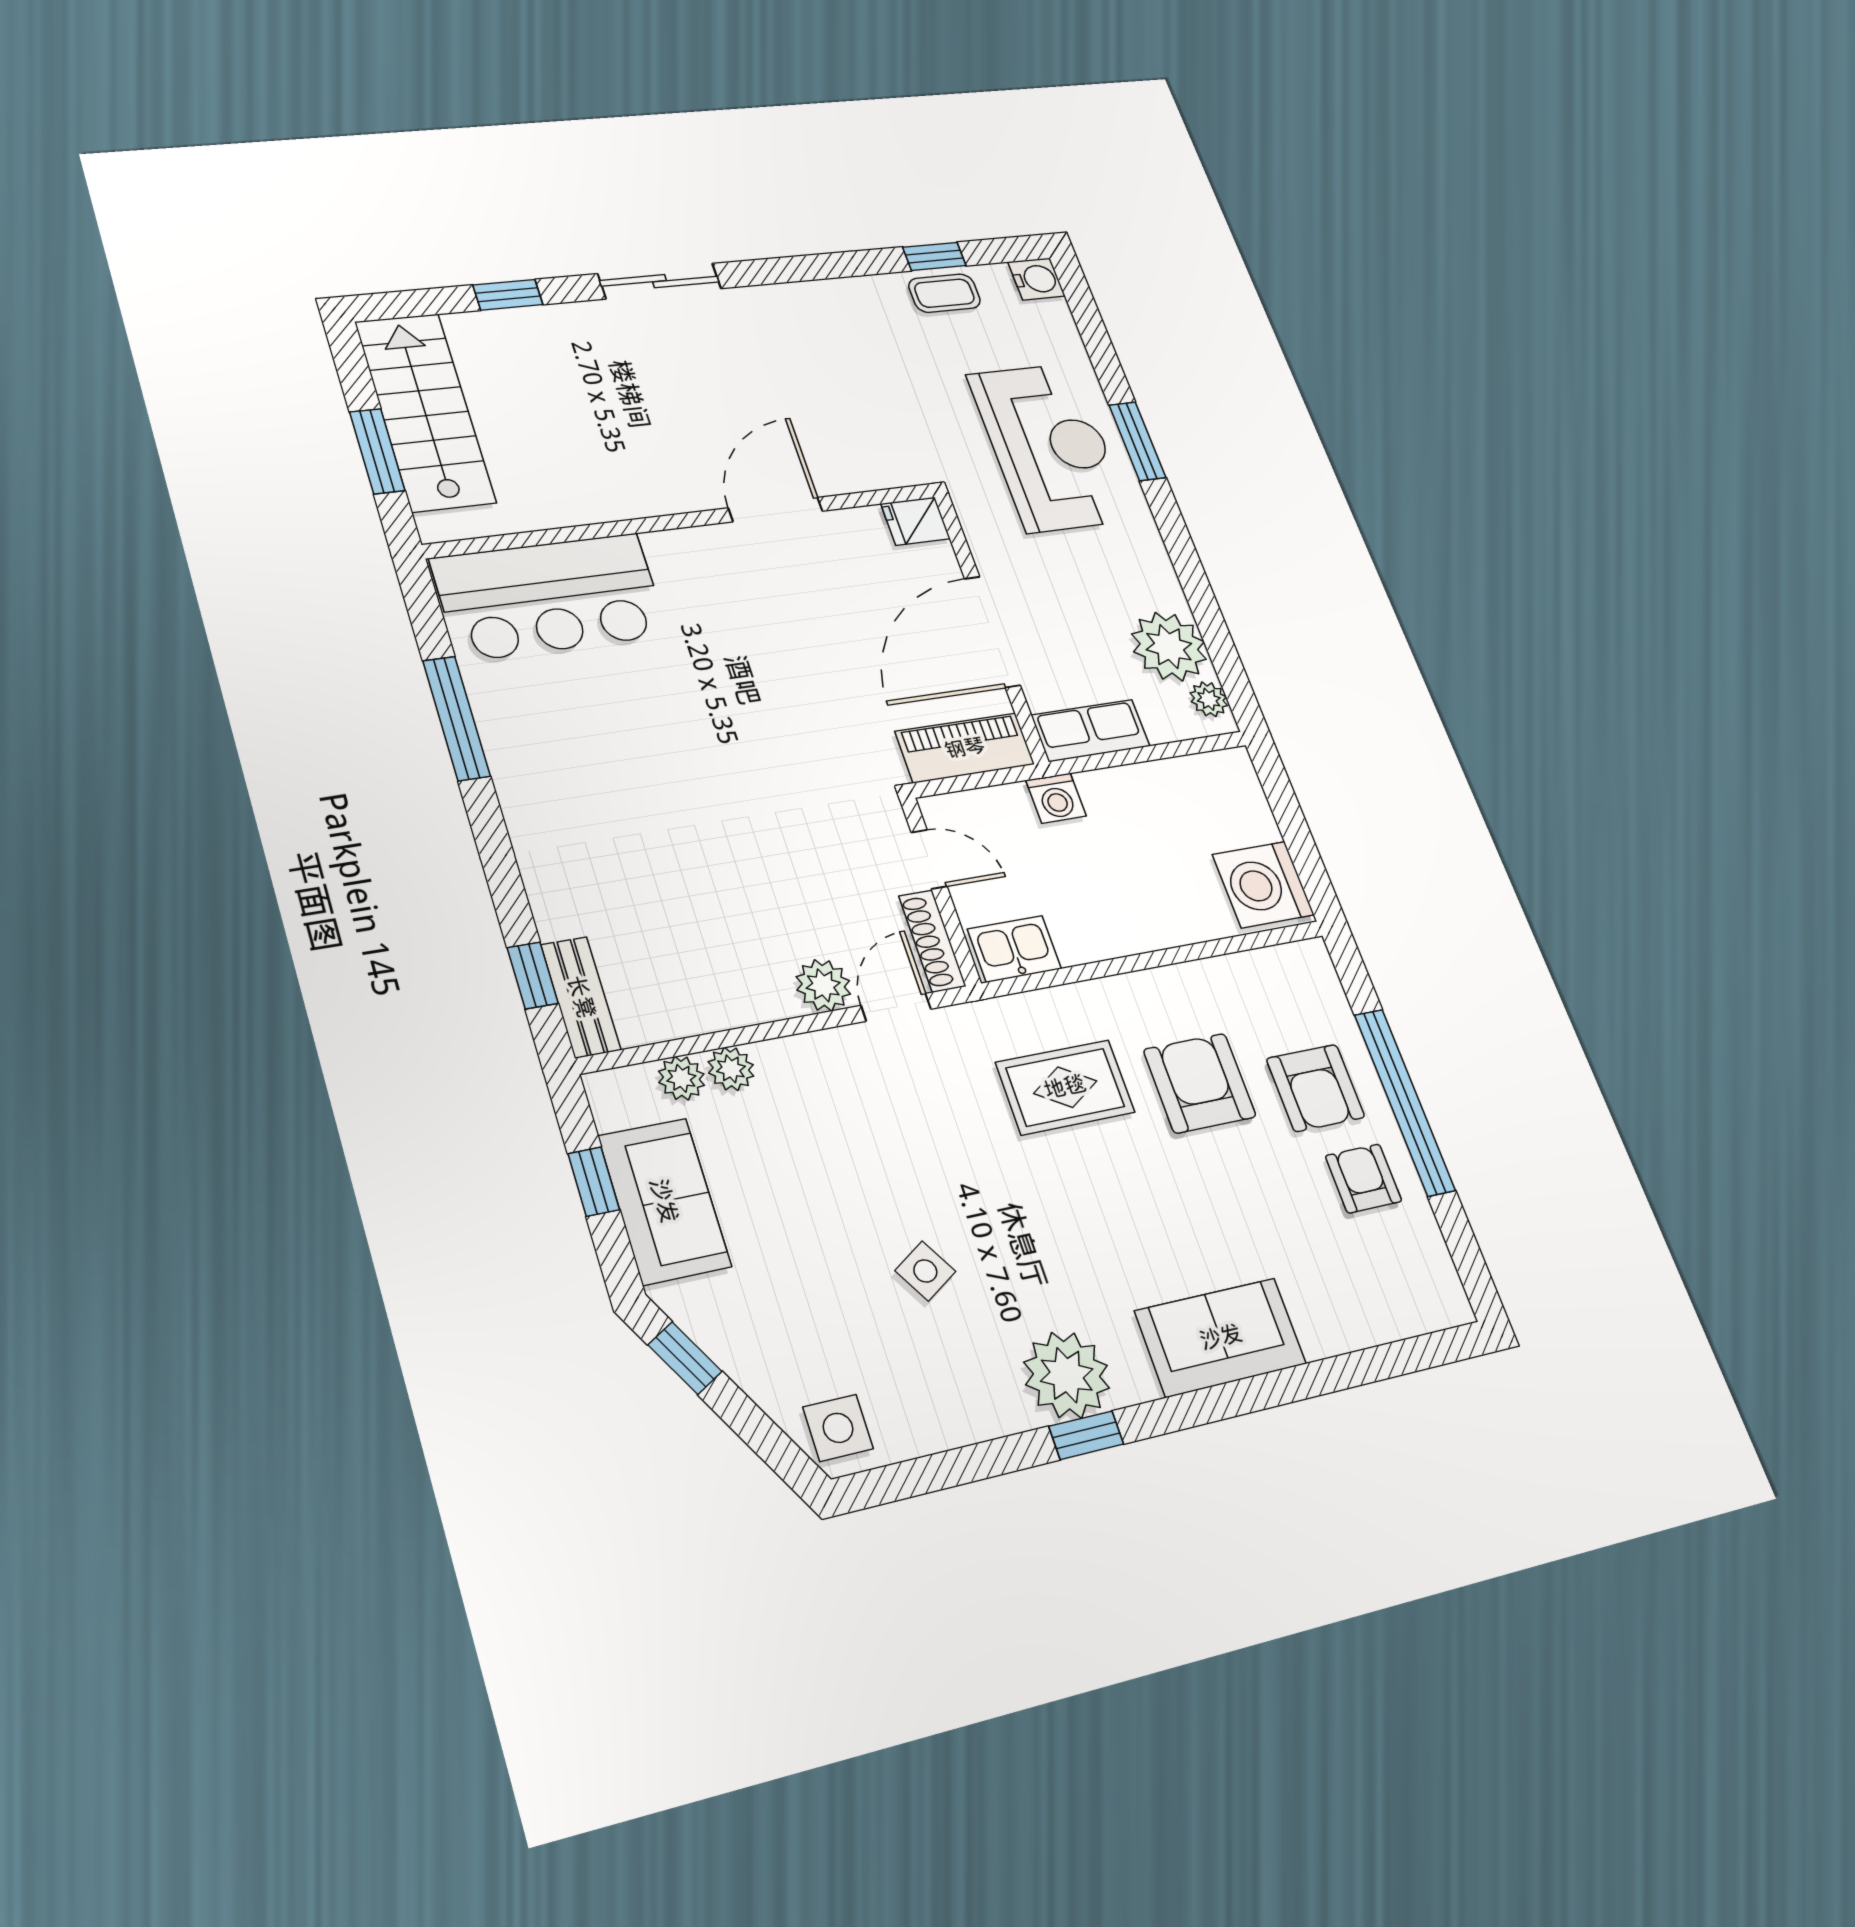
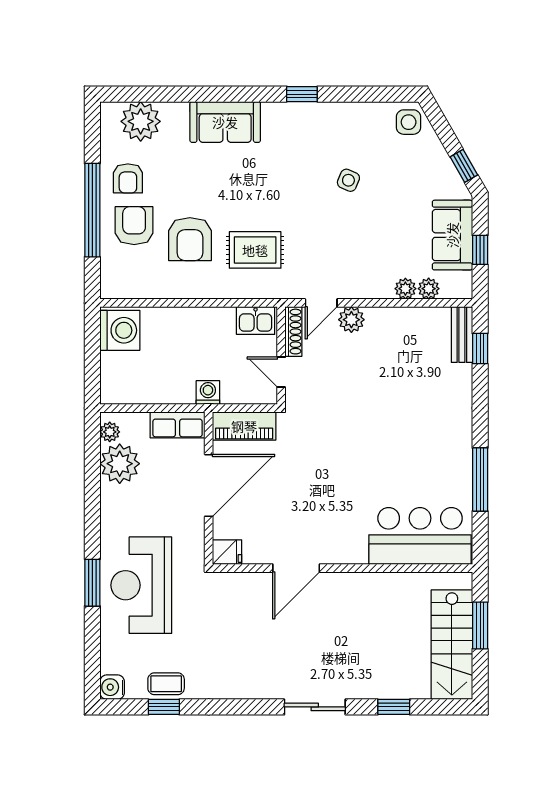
side table: (925, 1271) -> (348, 180), turned -35
plant: (1067, 1375) -> (141, 121), moved

